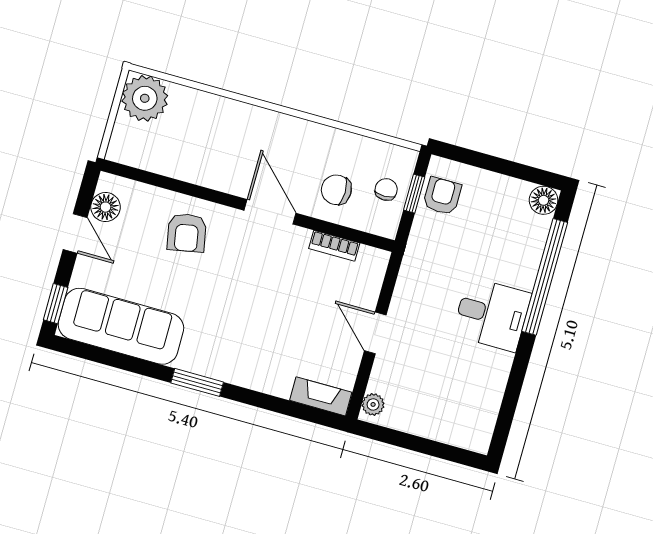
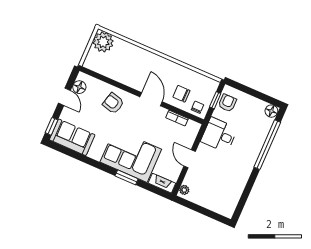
chair: (386, 189) -> (197, 107), moved
armchair: (187, 233) -> (113, 103), turned 116
desk: (492, 314) -> (219, 135), moved, turned 180
sofa: (121, 326) -> (72, 137), width x0.73
corner sofa: (242, 344) -> (131, 156), added
window: (197, 382) -> (127, 177), moved

